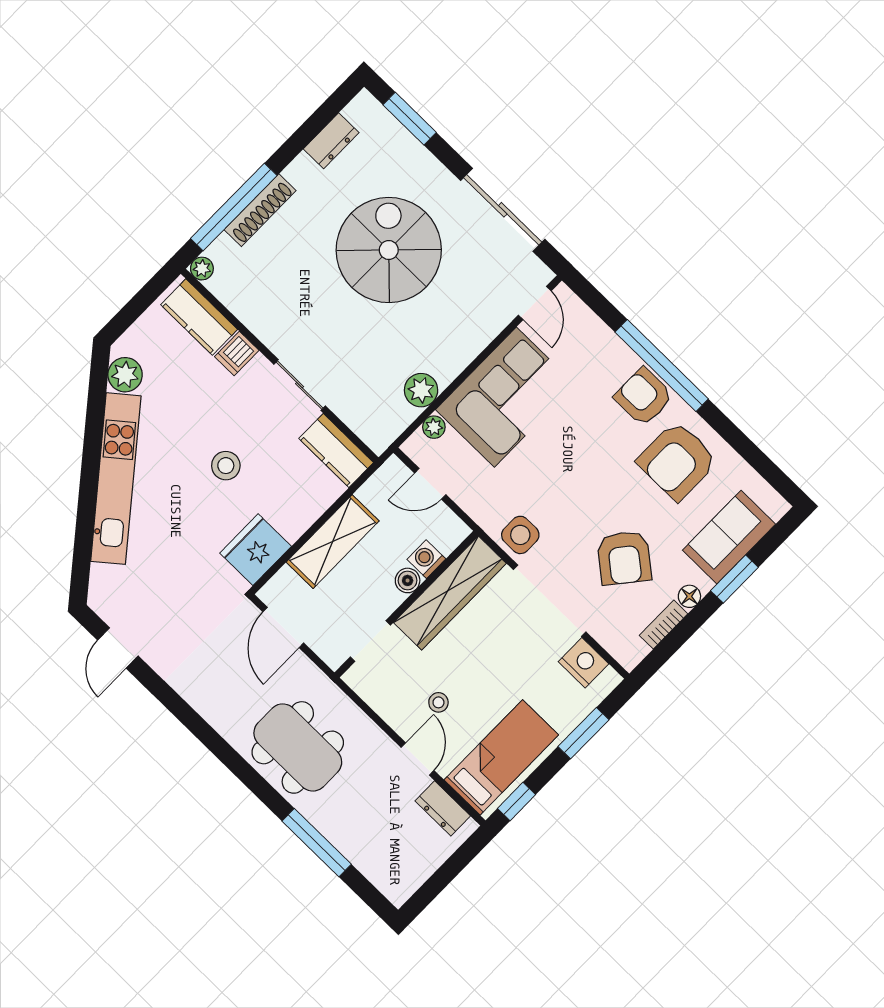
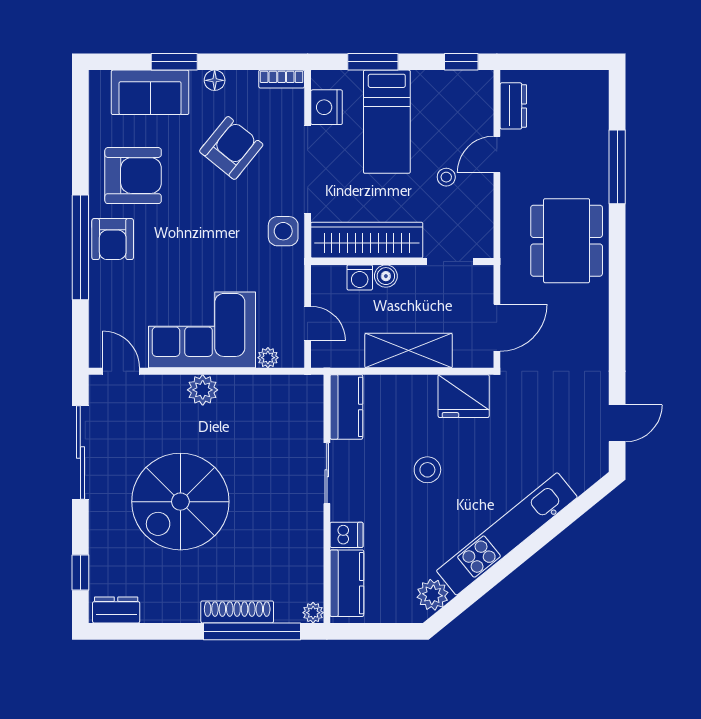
window: (410, 119) -> (80, 573), width x0.67
dresser: (331, 141) -> (116, 610), moved
door: (535, 303) -> (121, 371), hinge flipped
plant: (421, 390) -> (203, 390), moved
bookcase: (664, 625) -> (282, 79), moved
bed: (501, 757) -> (387, 122), moved, turned -90

